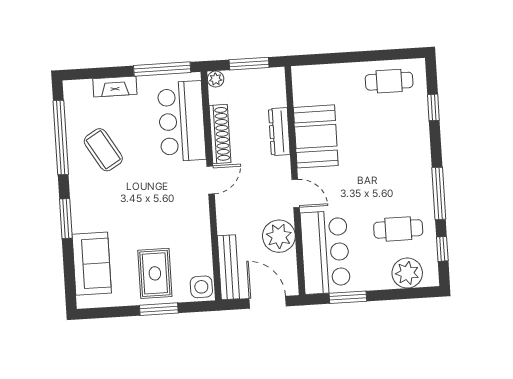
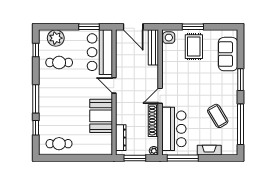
dresser: (279, 132) -> (121, 138), moved
window: (439, 193) -> (36, 99), moved
plant: (279, 236) -> (125, 63), removed

